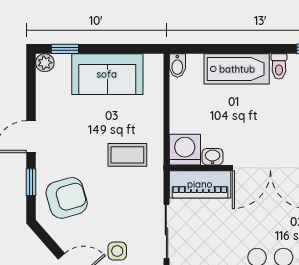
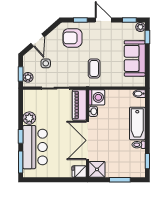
window: (31, 85) -> (129, 20), added
armchair: (67, 198) -> (72, 38), turned 106

